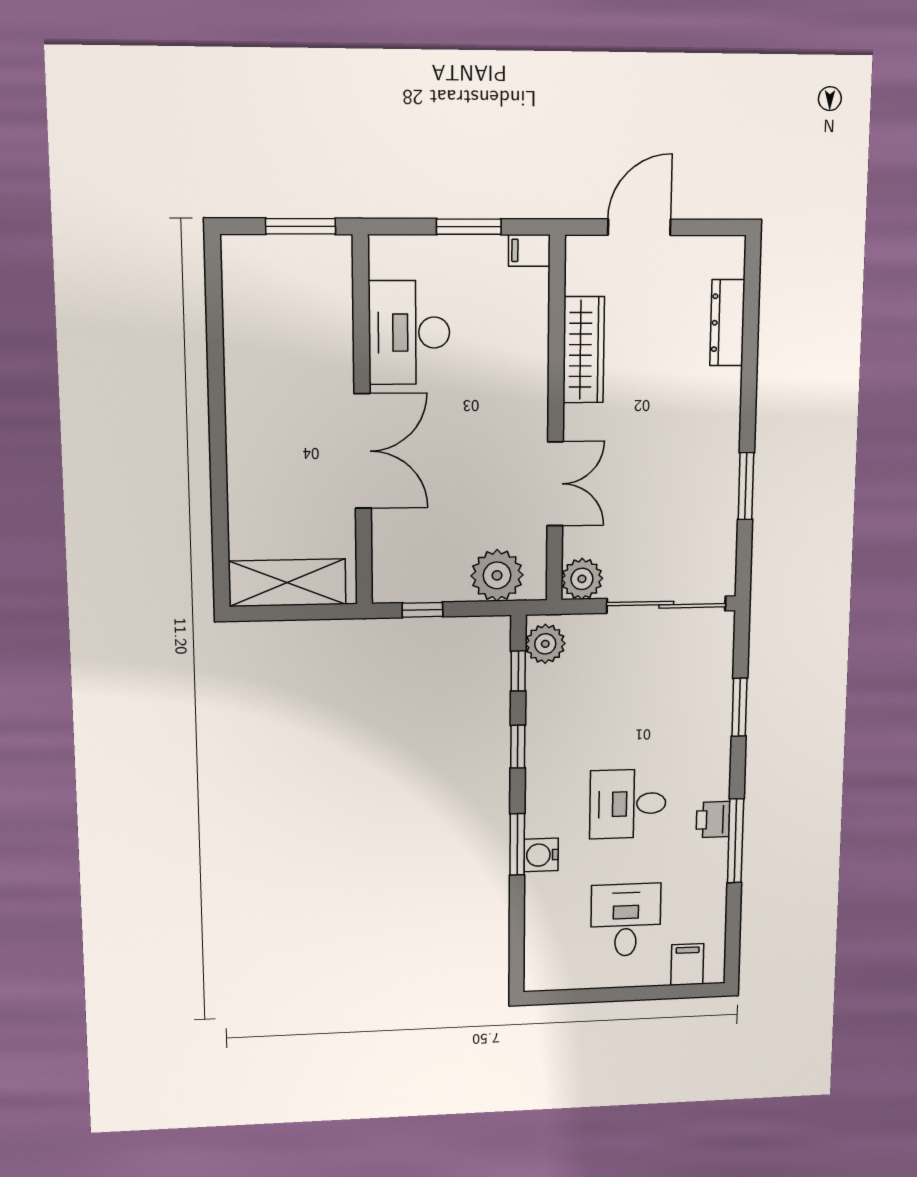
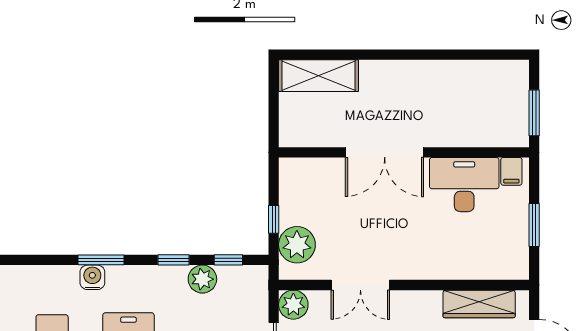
filing cabinet: (529, 250) -> (511, 171), moved, turned 180
wardrobe: (584, 350) -> (479, 304), moved
shelving: (287, 583) -> (319, 76), moved, turned 90
window: (422, 610) -> (274, 219), moved
plant: (545, 644) -> (202, 279), moved

